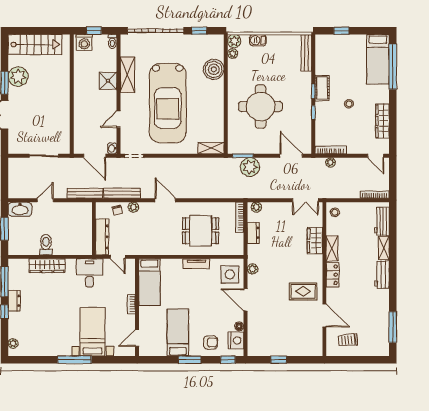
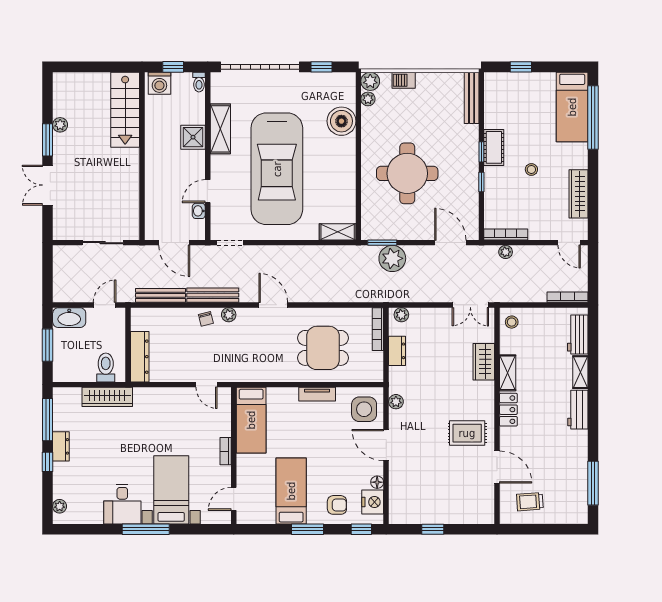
stairs: (35, 44) -> (125, 110), moved, turned 90
plant: (18, 77) -> (60, 125), width x0.53, depth x0.53
washbasin: (112, 148) -> (199, 211), moved
wall: (94, 229) -> (128, 345), moved
dresser: (102, 237) -> (140, 357), moved
desk: (89, 273) -> (122, 504), moved, turned 180

